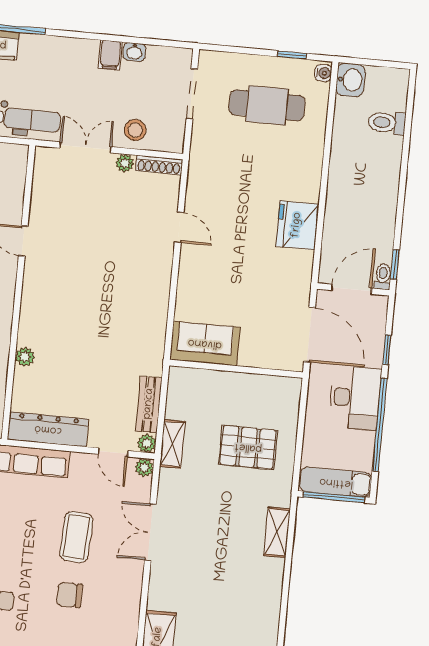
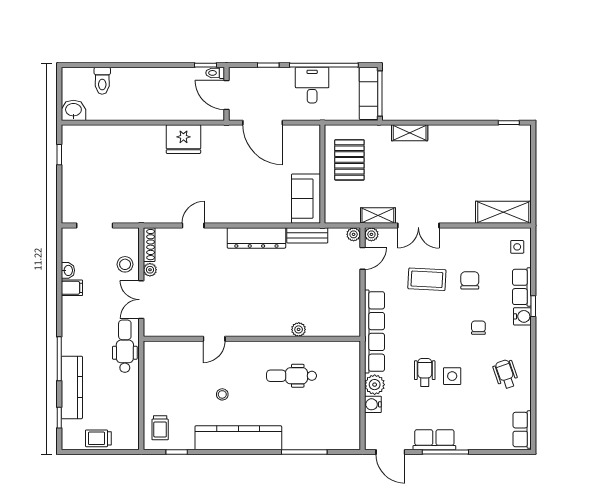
water cooler: (323, 73) -> (70, 131), removed
cafe table: (267, 105) -> (98, 170), removed
door: (310, 335) -> (263, 123), swing flipped
sofa: (205, 343) -> (306, 199), moved
wall: (236, 369) -> (322, 174), moved
desk: (355, 398) -> (312, 85), width x0.73
bench: (149, 404) -> (307, 235), moved
dresser: (48, 429) -> (256, 238), moved, turned -90
shelving: (172, 444) -> (378, 215), moved
chair: (69, 595) -> (470, 280), turned 180

